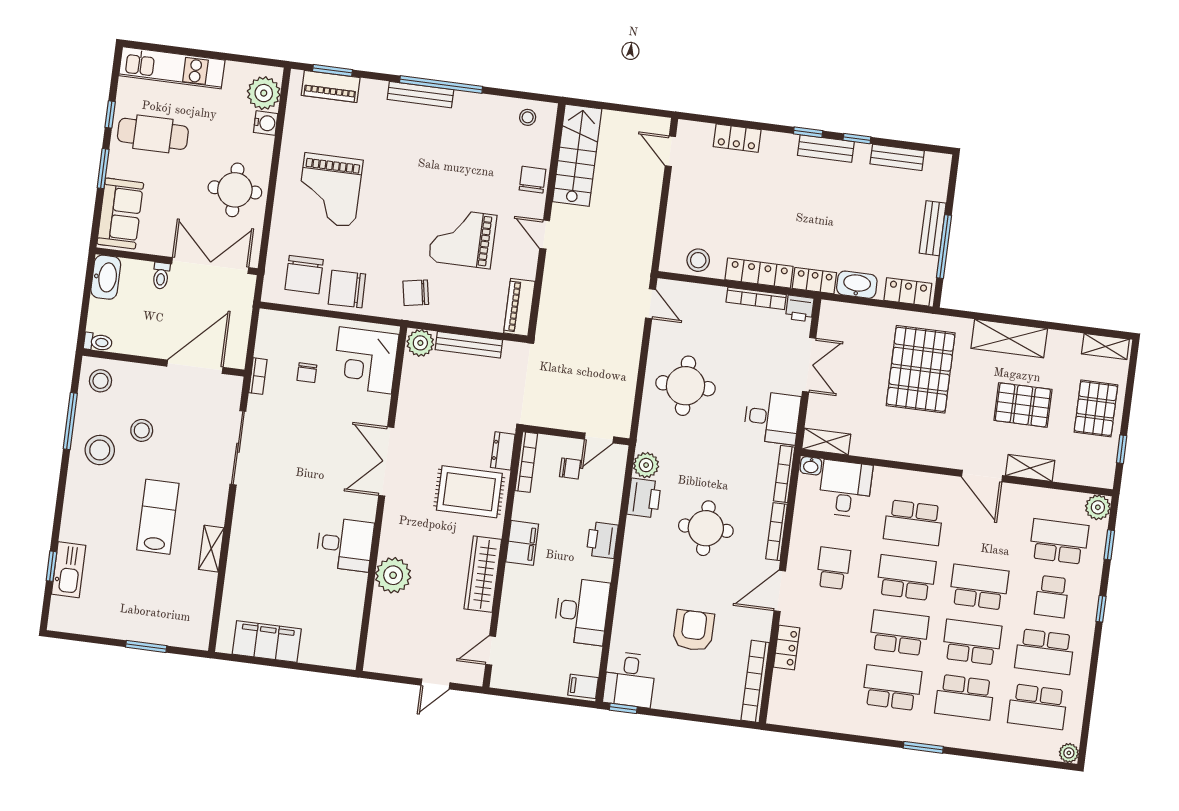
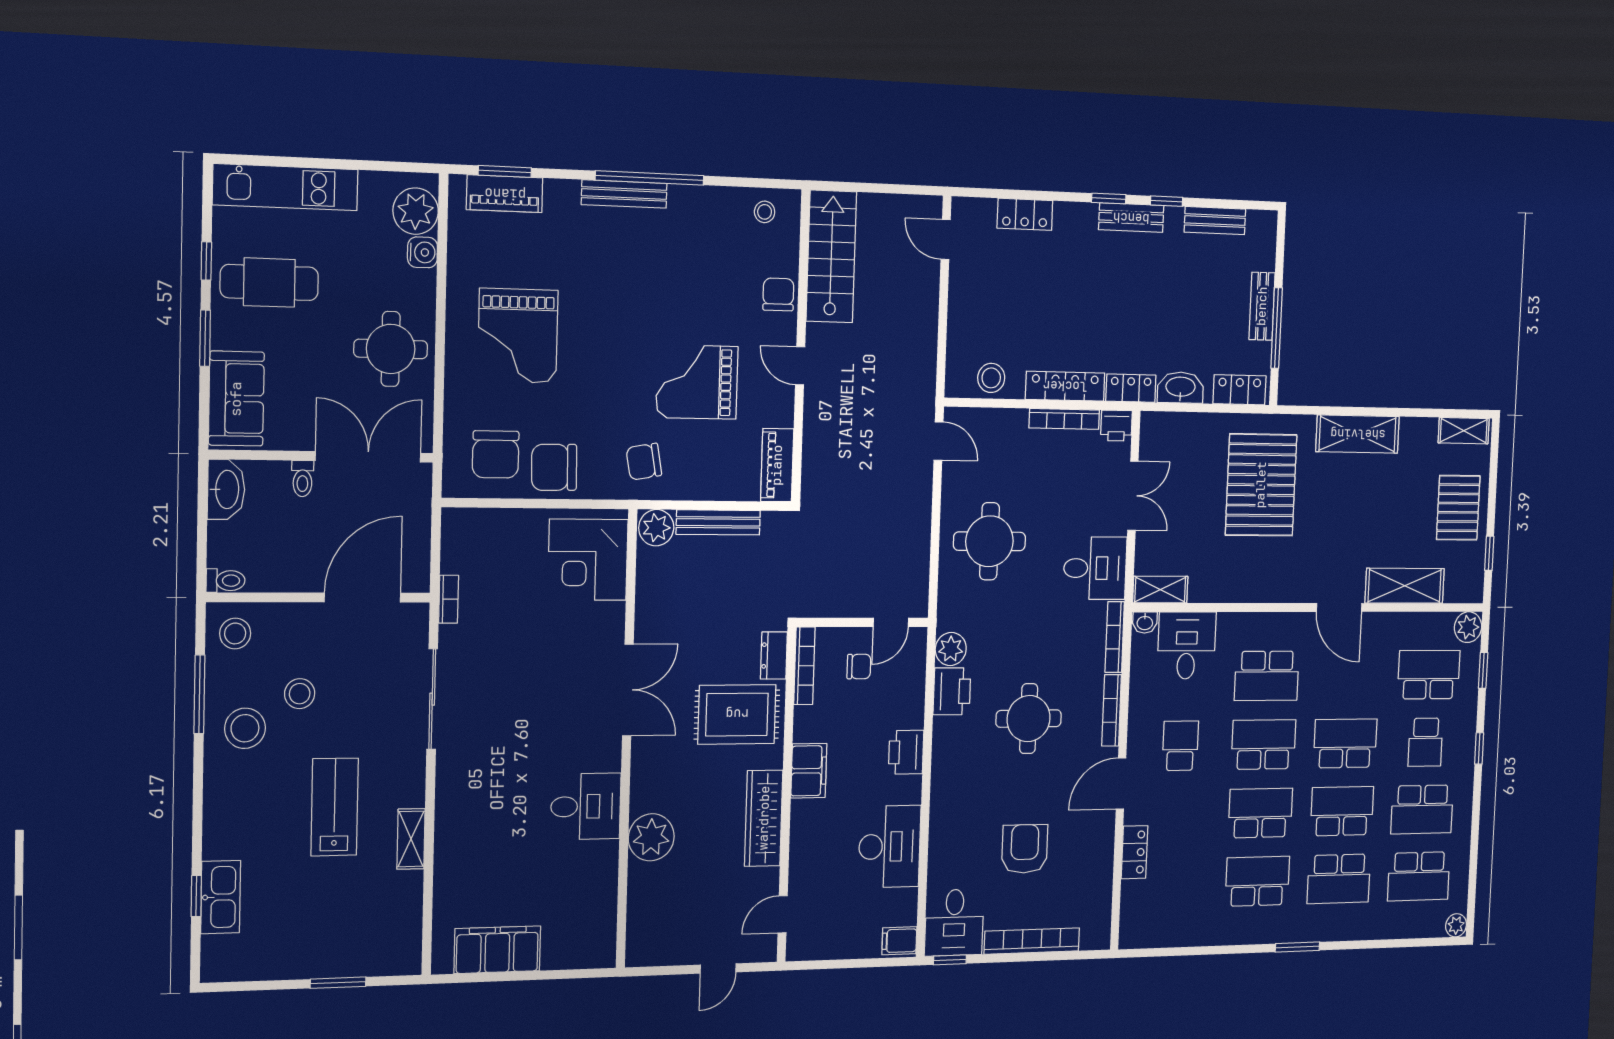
chair: (307, 373) -> (513, 586), removed
pallet: (1023, 405) -> (1378, 514), removed
double door: (386, 461) -> (628, 690), swing flipped
shelving: (1030, 468) -> (1405, 586), width x1.50, depth x1.33
bookcase: (755, 681) -> (1032, 941), moved, turned 90

